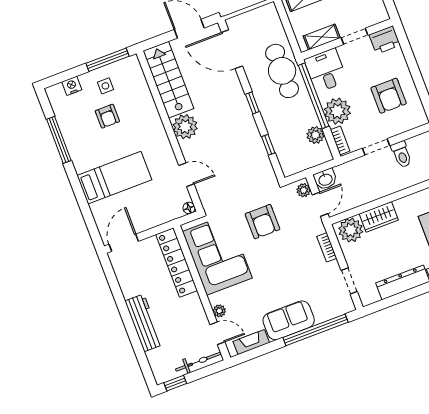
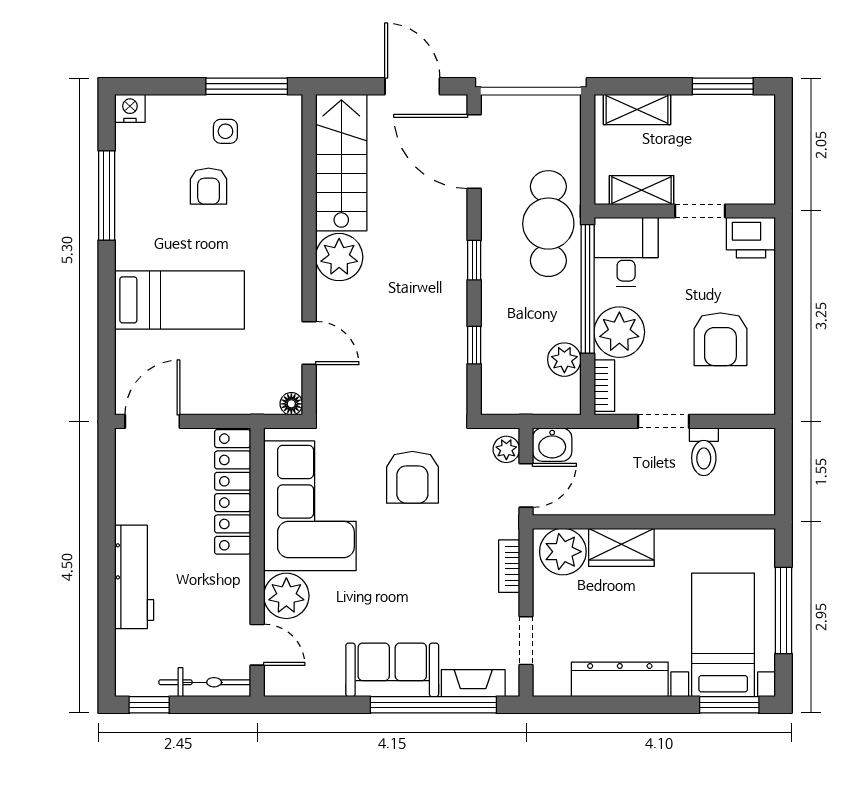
nightstand: (72, 86) -> (130, 108), moved
plant: (219, 311) -> (286, 596), width x1.87, depth x1.87
fireplace: (251, 342) -> (473, 683), moved

